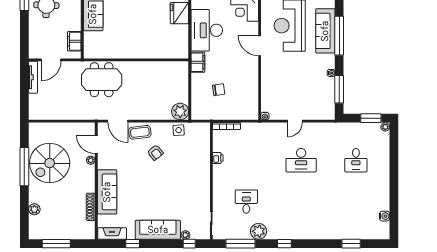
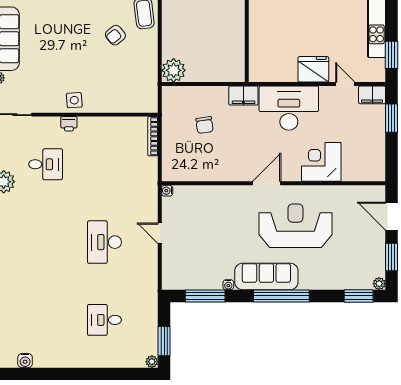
sofa: (325, 31) -> (266, 276), moved
side table: (179, 130) -> (74, 100), moved
printer: (218, 158) -> (69, 124), moved

